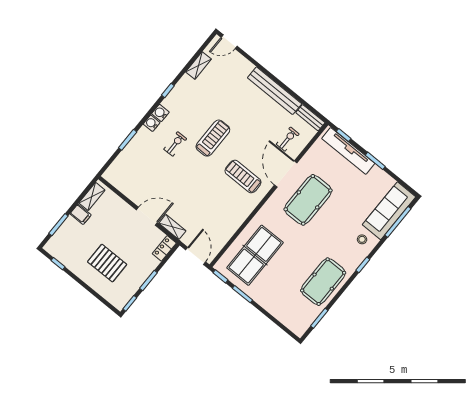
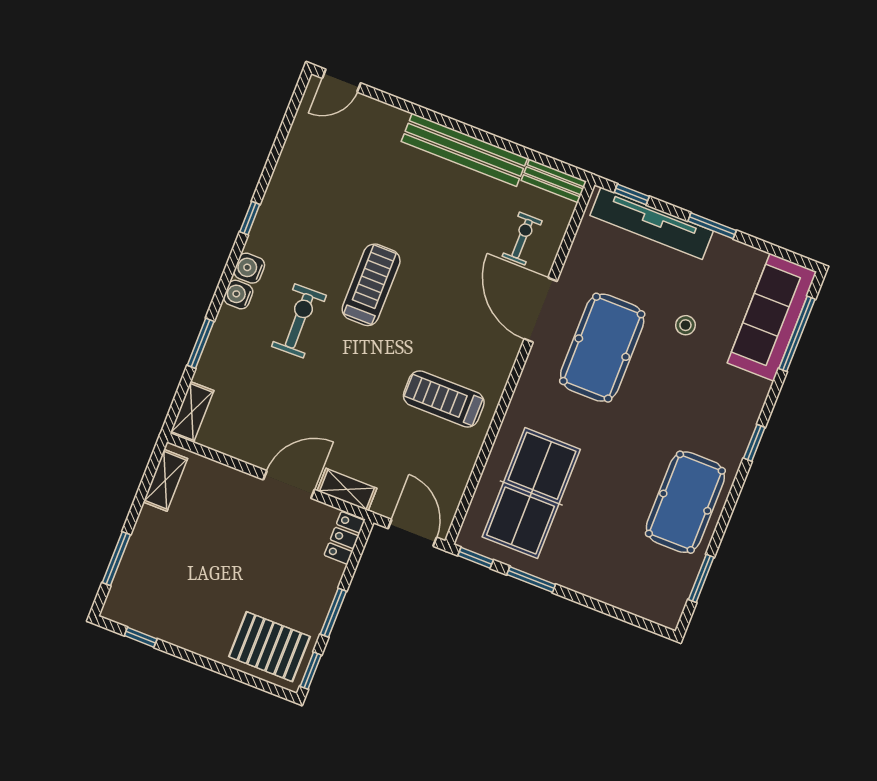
shelving: (199, 65) -> (192, 412), moved
exercise bike: (175, 144) -> (299, 321), width x1.38, depth x1.39
treadmill: (243, 177) -> (444, 399), moved
filing cabinet: (81, 214) -> (154, 524), removed
stool: (362, 239) -> (685, 325), moved
pallet: (107, 263) -> (269, 647), moved

